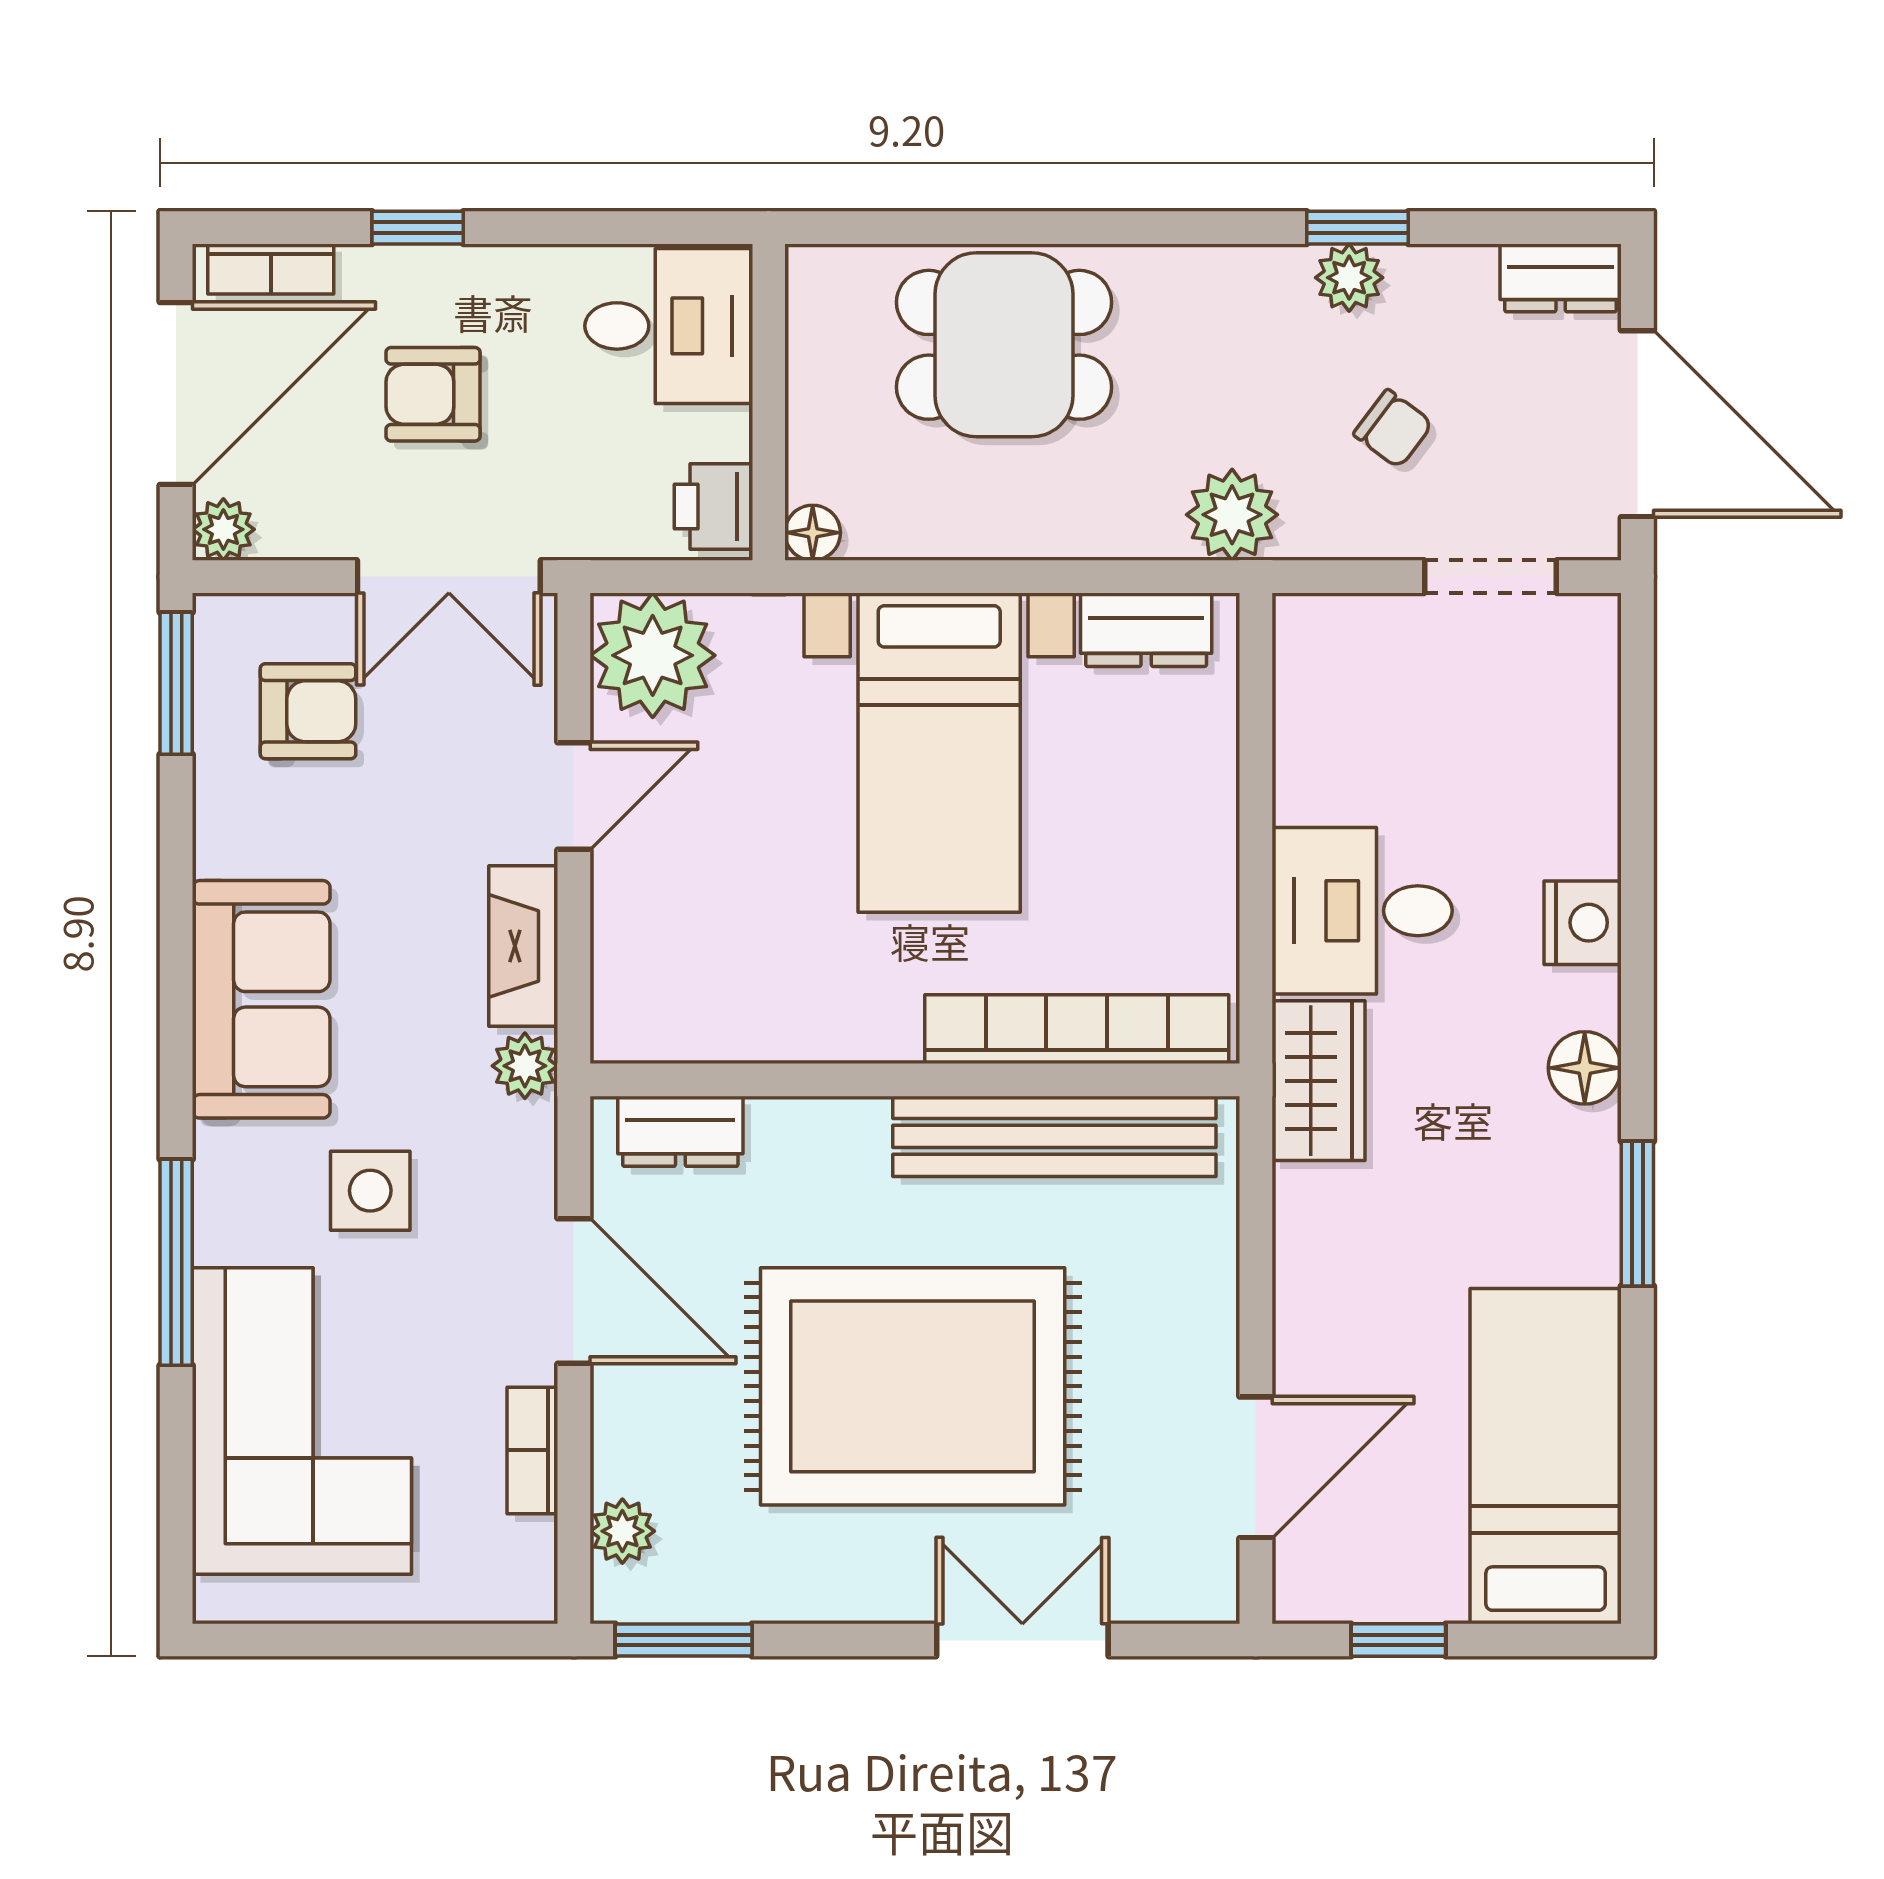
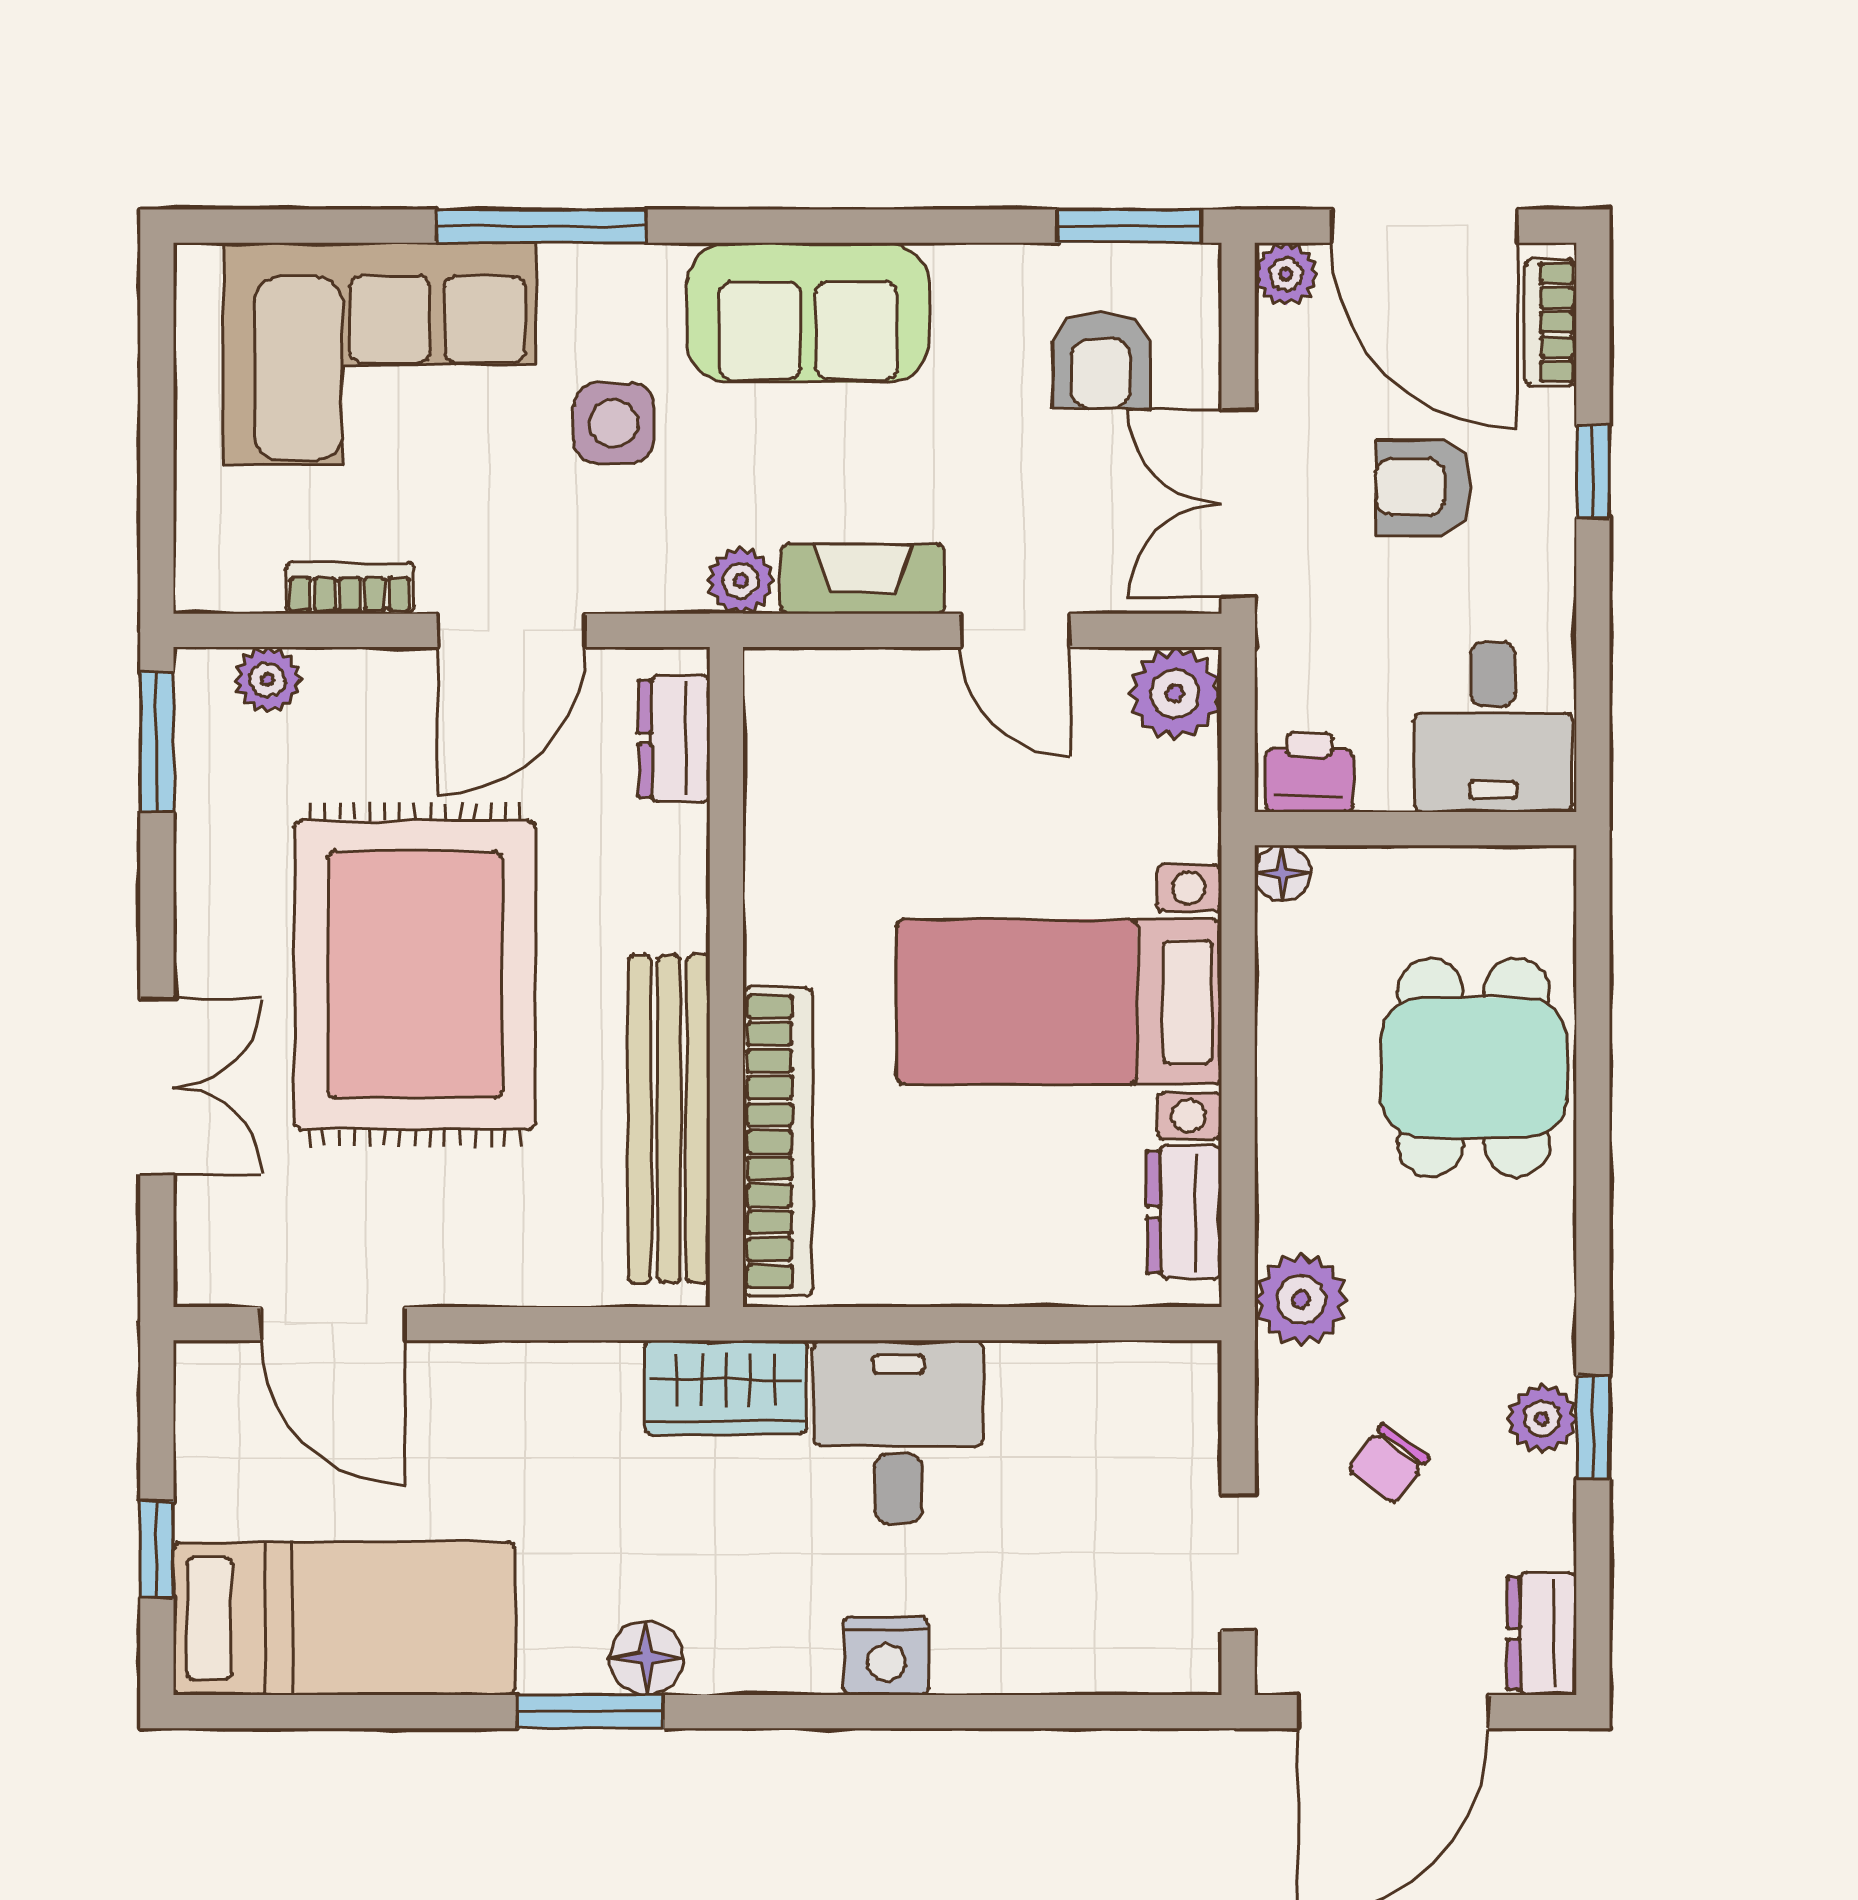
armchair: (433, 394) -> (1424, 487), turned -90
plant: (653, 655) -> (1175, 694), width x0.73, depth x0.73
floor lamp: (1585, 1068) -> (646, 1658), moved
window: (1398, 1640) -> (157, 1549), moved

